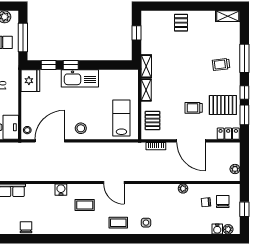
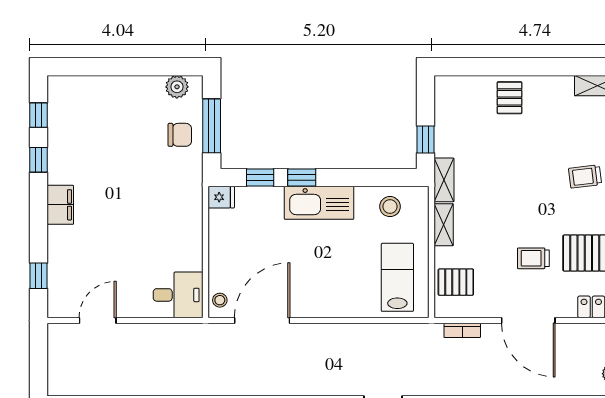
window: (136, 33) -> (425, 139), moved
fridge: (30, 81) -> (221, 197), width x0.53, depth x0.75
pallet: (153, 120) -> (456, 282), turned 90
stool: (81, 128) -> (390, 207), moved

